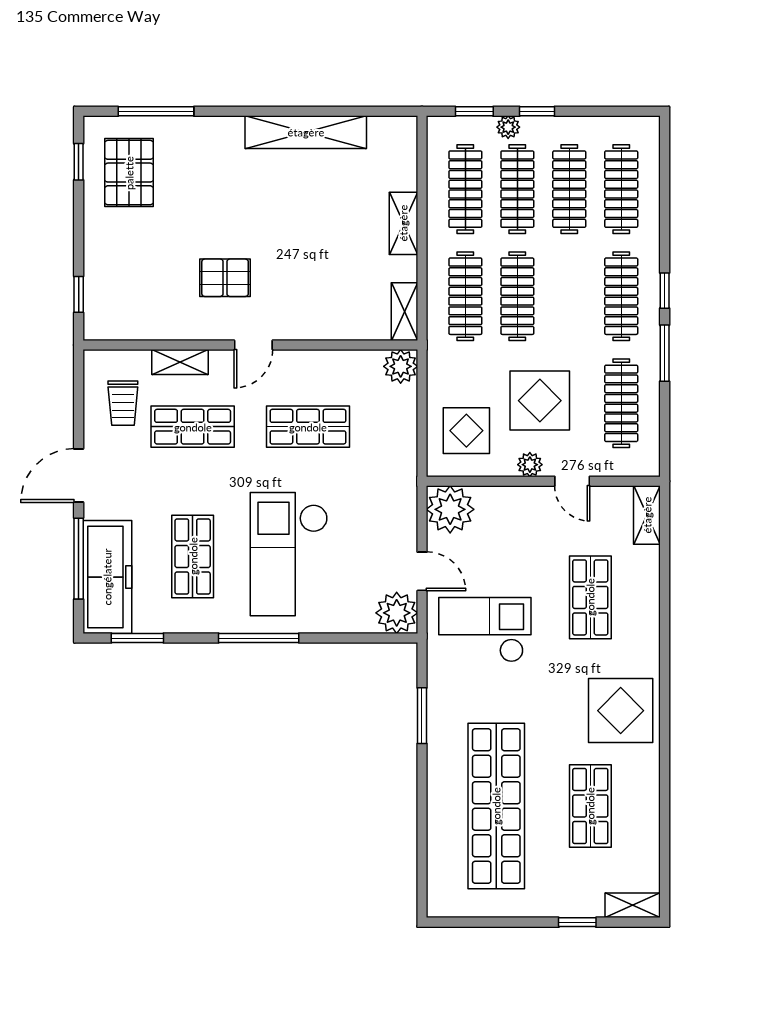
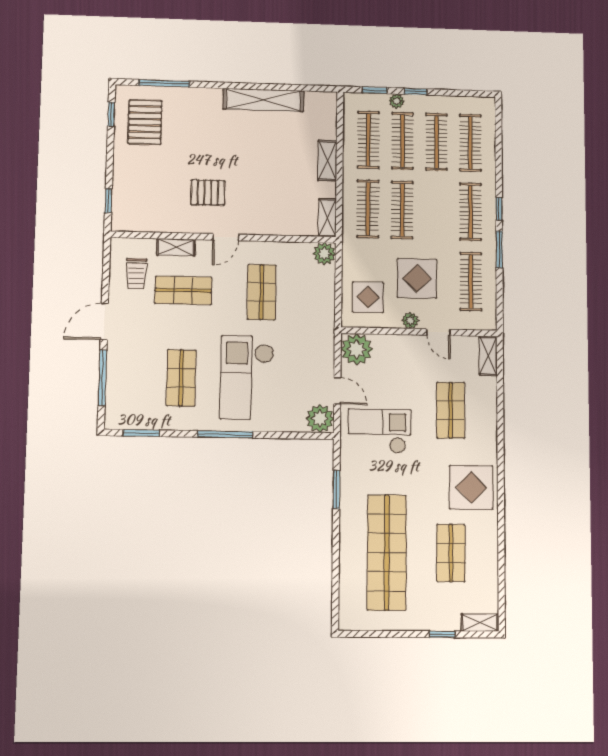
shop shelf: (308, 427) -> (262, 292), turned 90
freezer: (107, 577) -> (122, 391), removed

